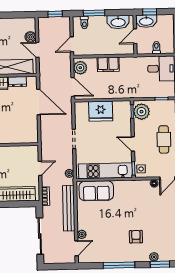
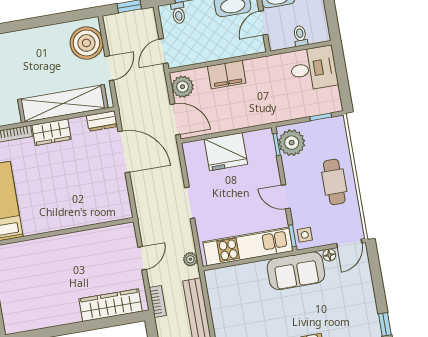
boiler: (31, 37) -> (86, 43), width x1.86, depth x1.86
door: (37, 50) -> (109, 68), swing flipped
dresser: (17, 82) -> (102, 121), moved
sofa: (96, 191) -> (296, 271), moved

